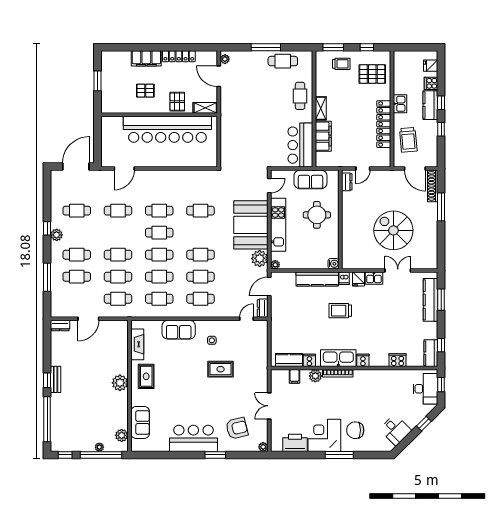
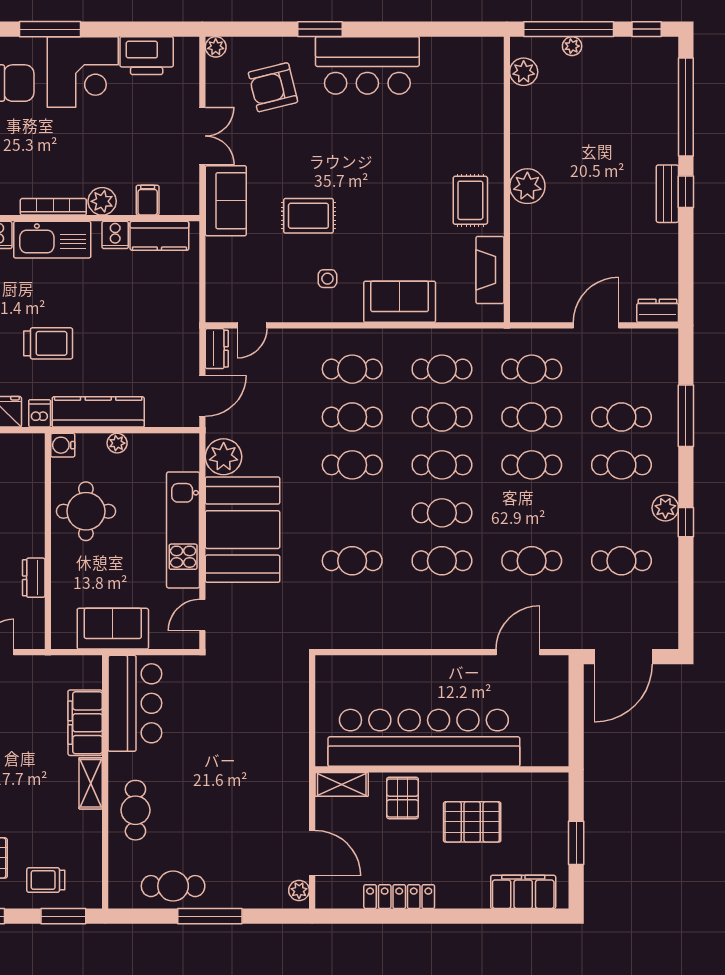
filing cabinet: (146, 58) -> (523, 892), moved
pallet: (145, 91) -> (472, 822), width x1.50, depth x1.42
dresser: (347, 182) -> (34, 578), moved
round table: (317, 215) -> (86, 511), moved
plant: (275, 265) -> (117, 443), moved
sofa: (140, 422) -> (226, 201), moved, turned 180

